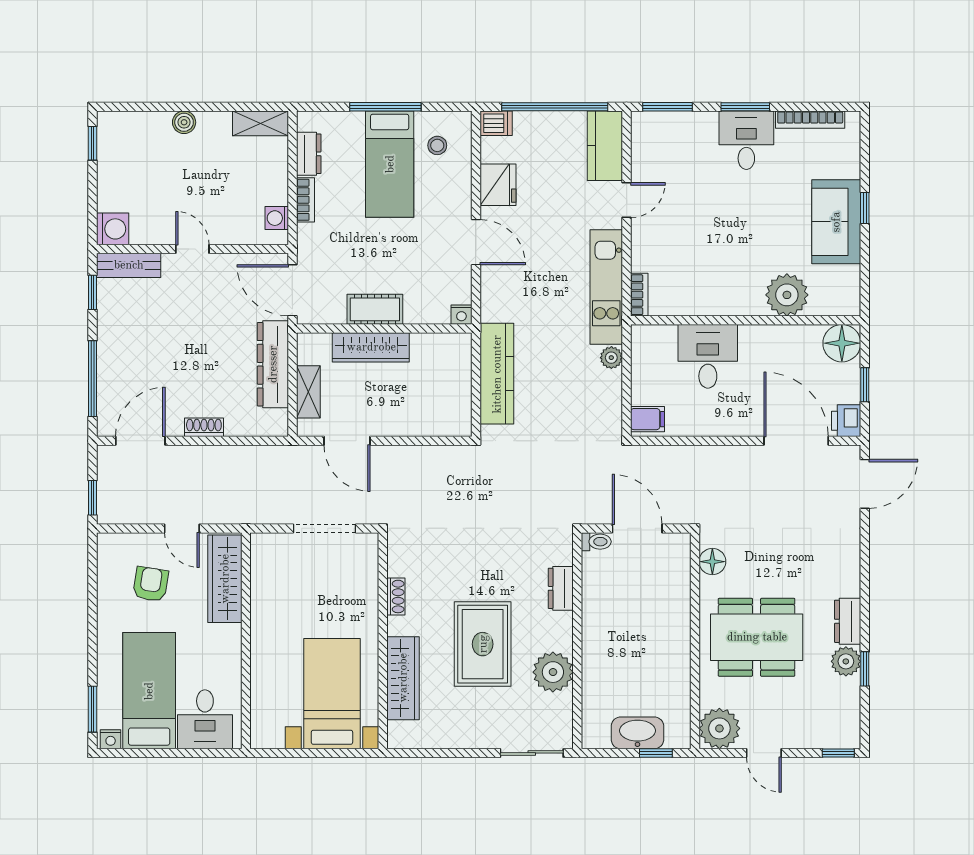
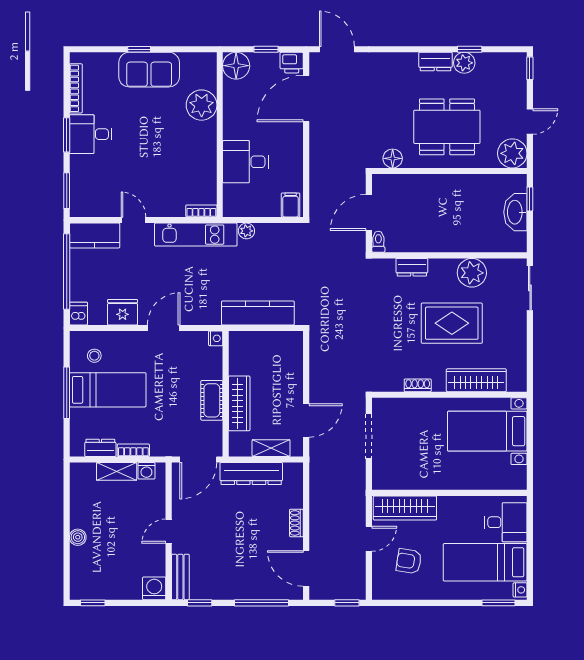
shelving: (260, 123) -> (117, 471), moved, turned 90
dining table: (757, 637) -> (447, 127), turned 90

